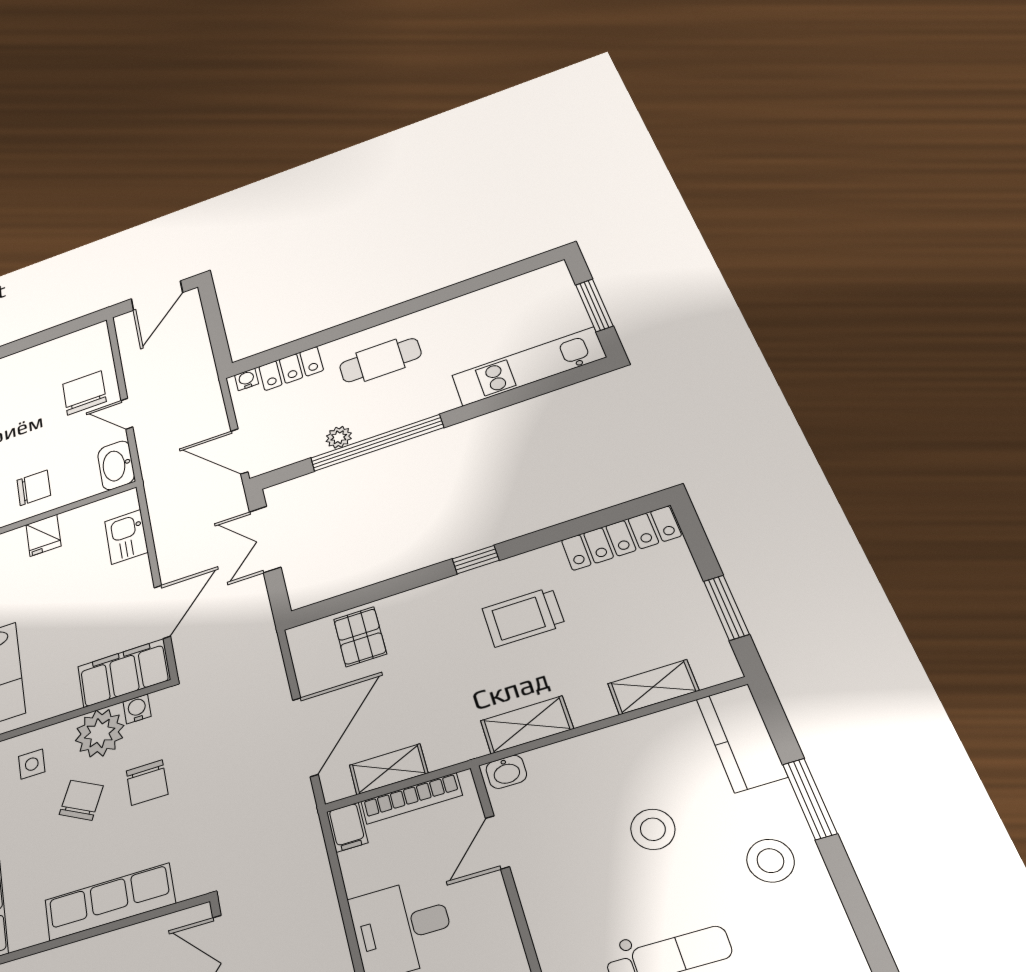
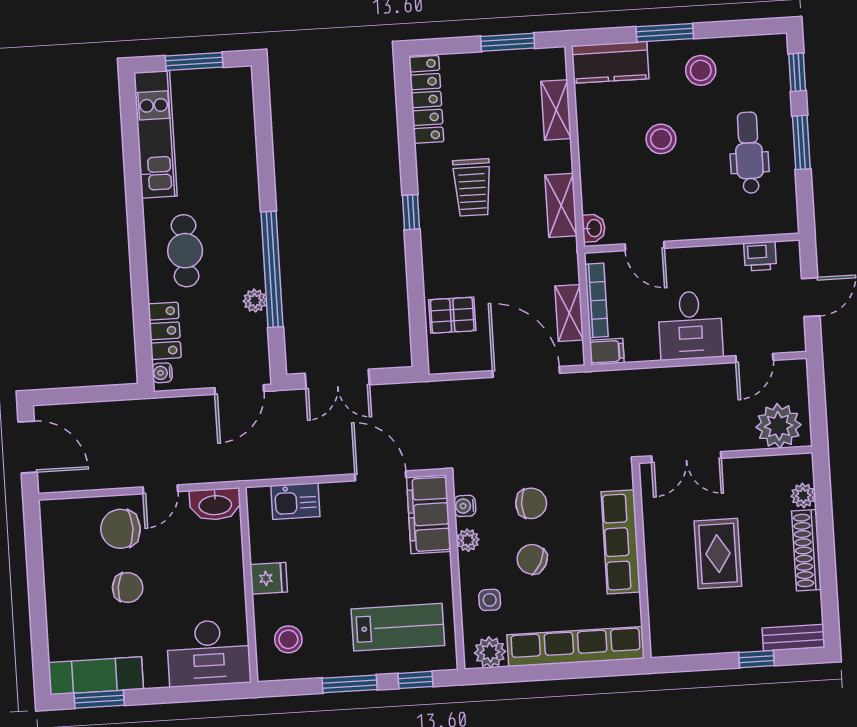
kitchen unit: (528, 366) -> (155, 134), moved, turned 180
chair: (34, 488) -> (128, 588), moved, turned 97
plant: (100, 733) -> (468, 540), width x0.53, depth x0.53

